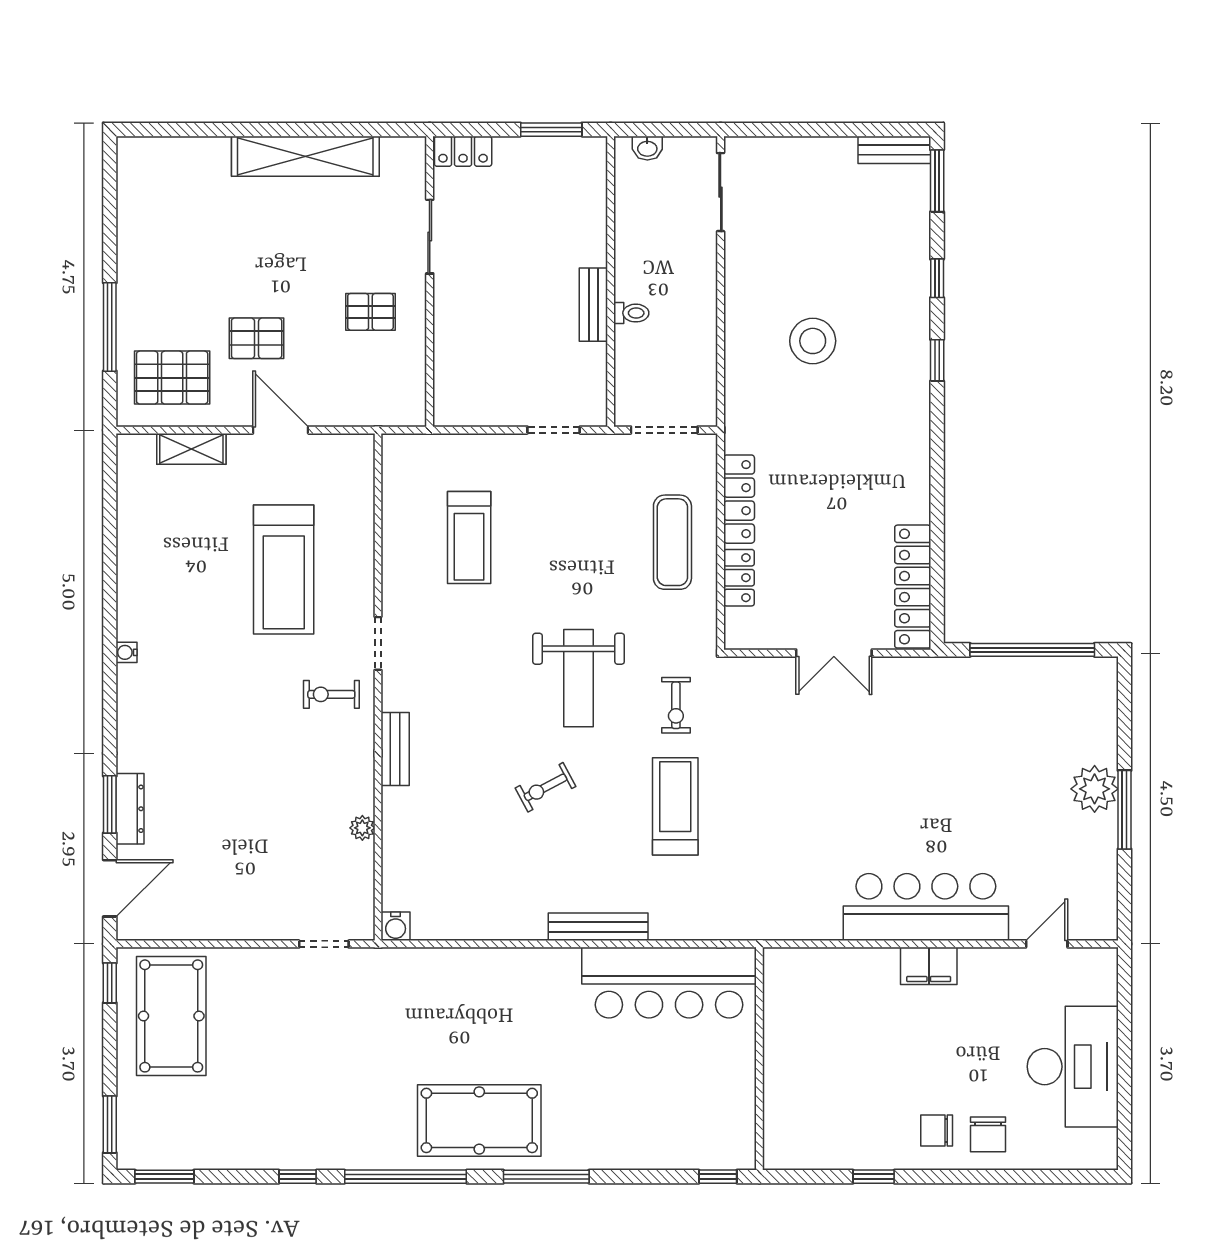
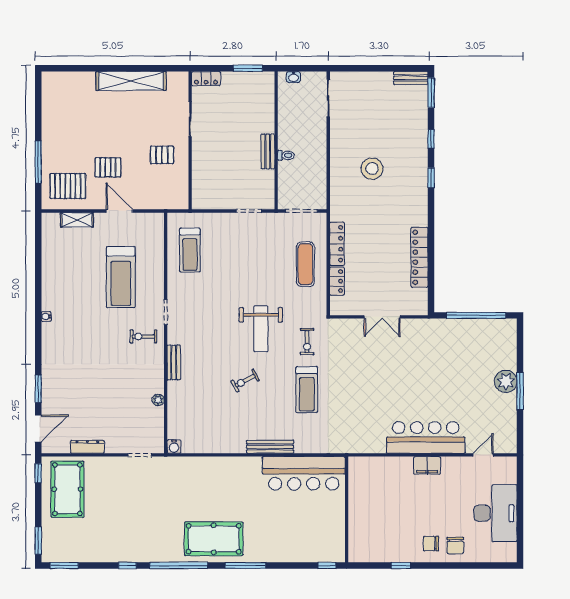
treadmill: (469, 538) -> (190, 250), moved
locker: (913, 587) -> (419, 257), moved
treadmill: (675, 806) -> (307, 390), turned 180
dresser: (130, 809) -> (87, 447), moved, turned -90

